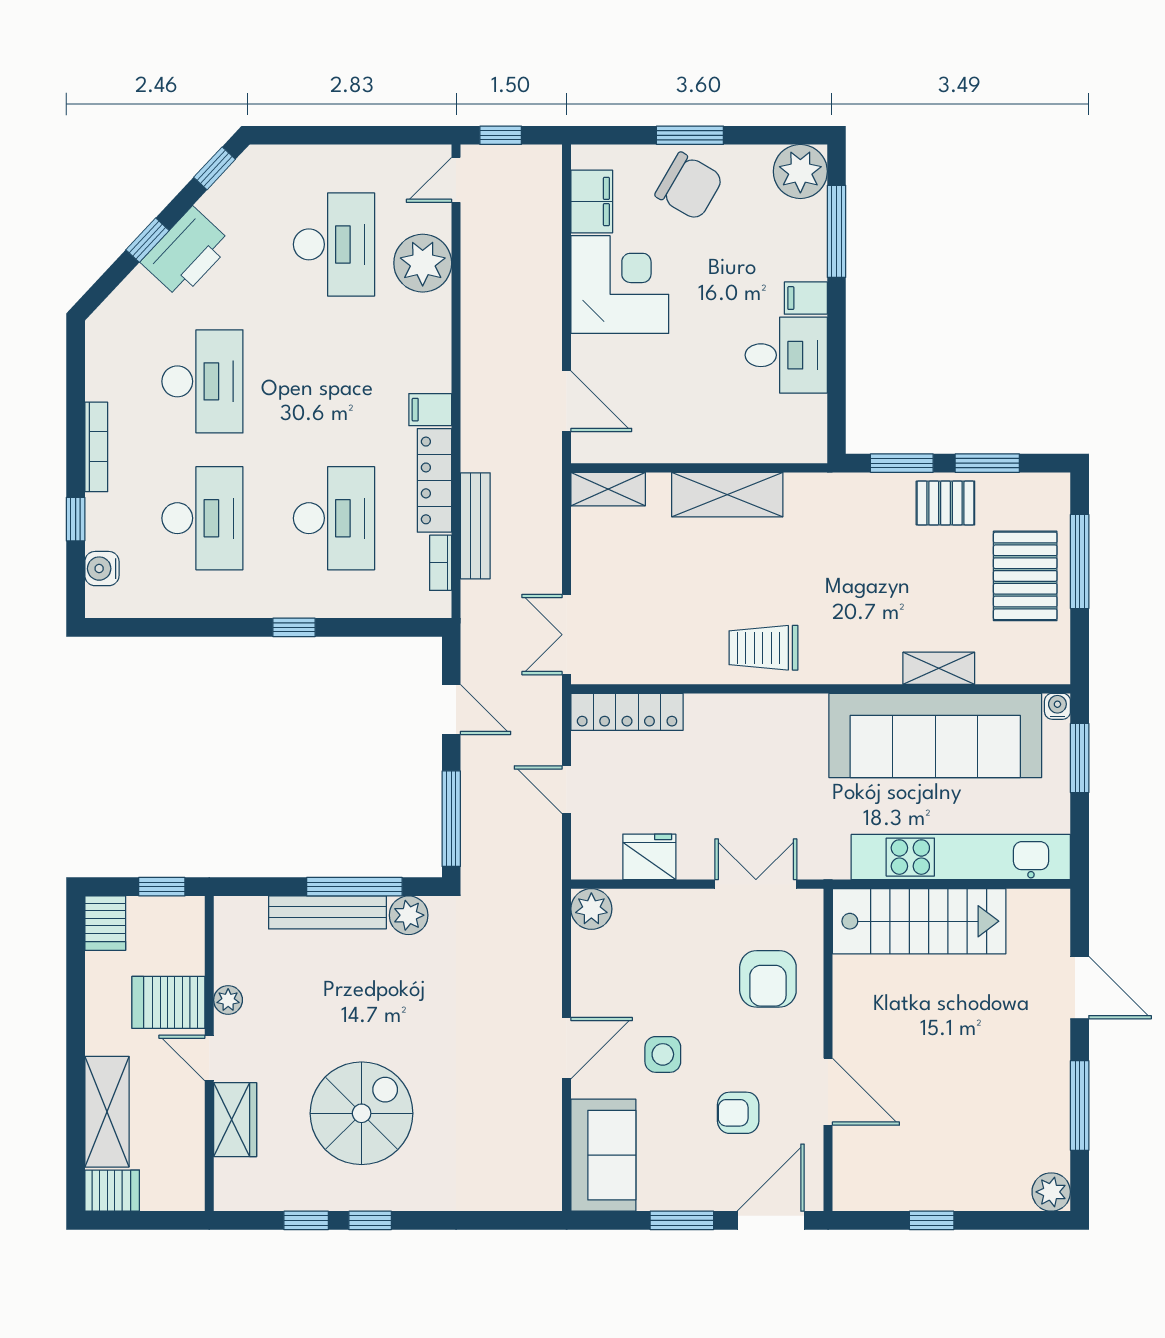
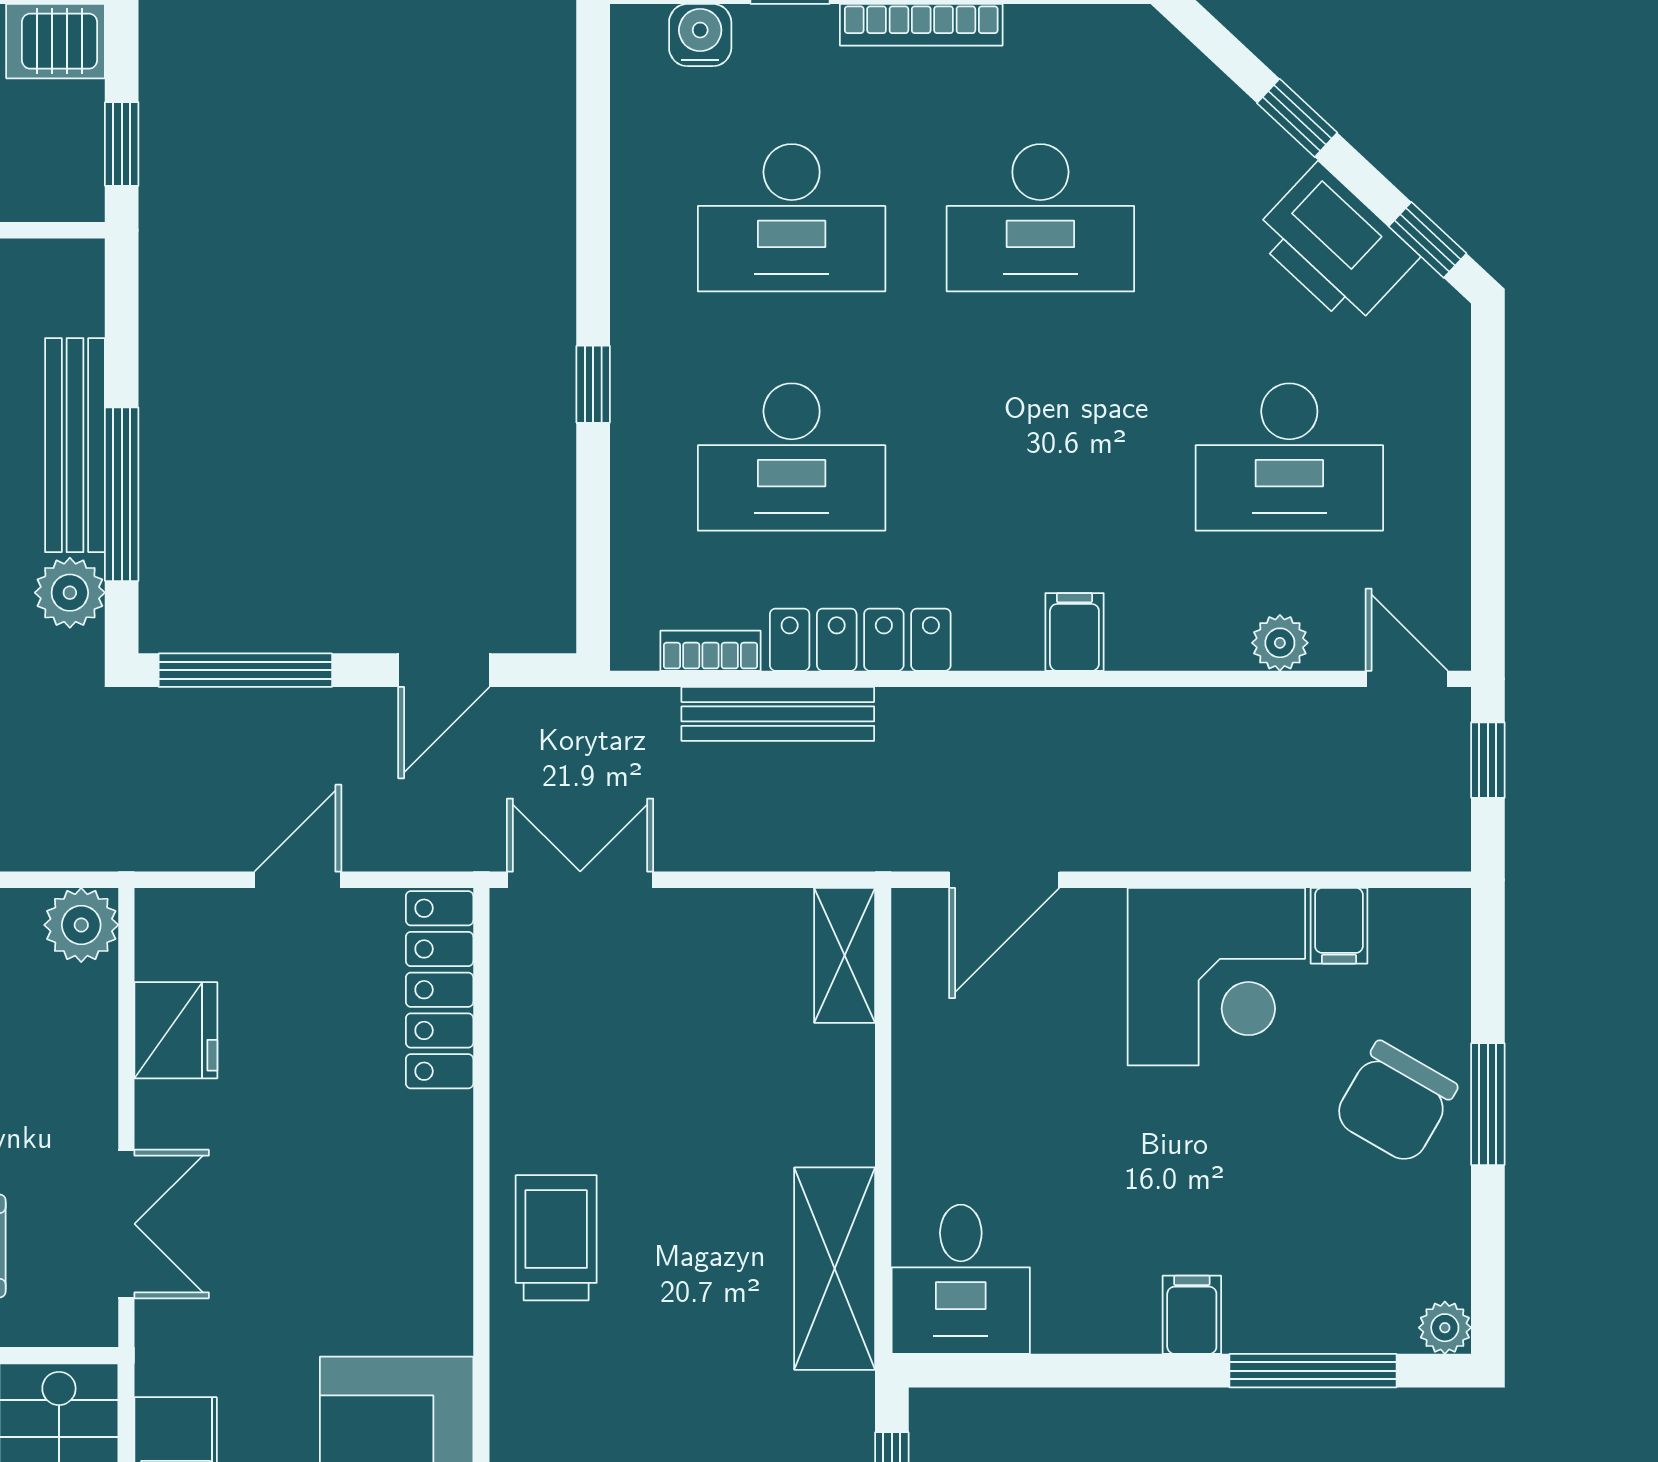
plant: (800, 171) -> (1445, 1328), width x0.53, depth x0.53
filing cabinet: (592, 201) -> (1339, 926), width x0.50
printer: (186, 253) -> (1335, 245), moved
plant: (423, 263) -> (1280, 643), width x0.53, depth x0.53
desk: (786, 355) -> (961, 1279), moved
filing cabinet: (430, 410) -> (1074, 632), moved
shelving: (727, 495) -> (835, 1269), moved

